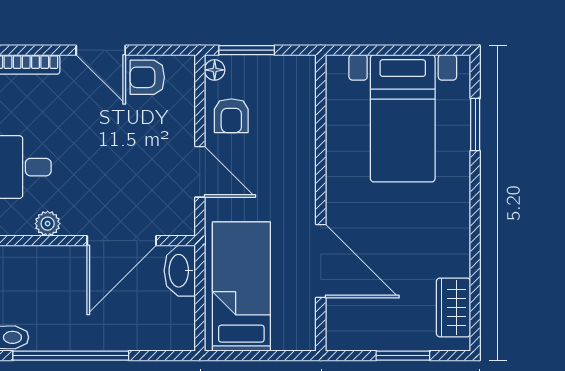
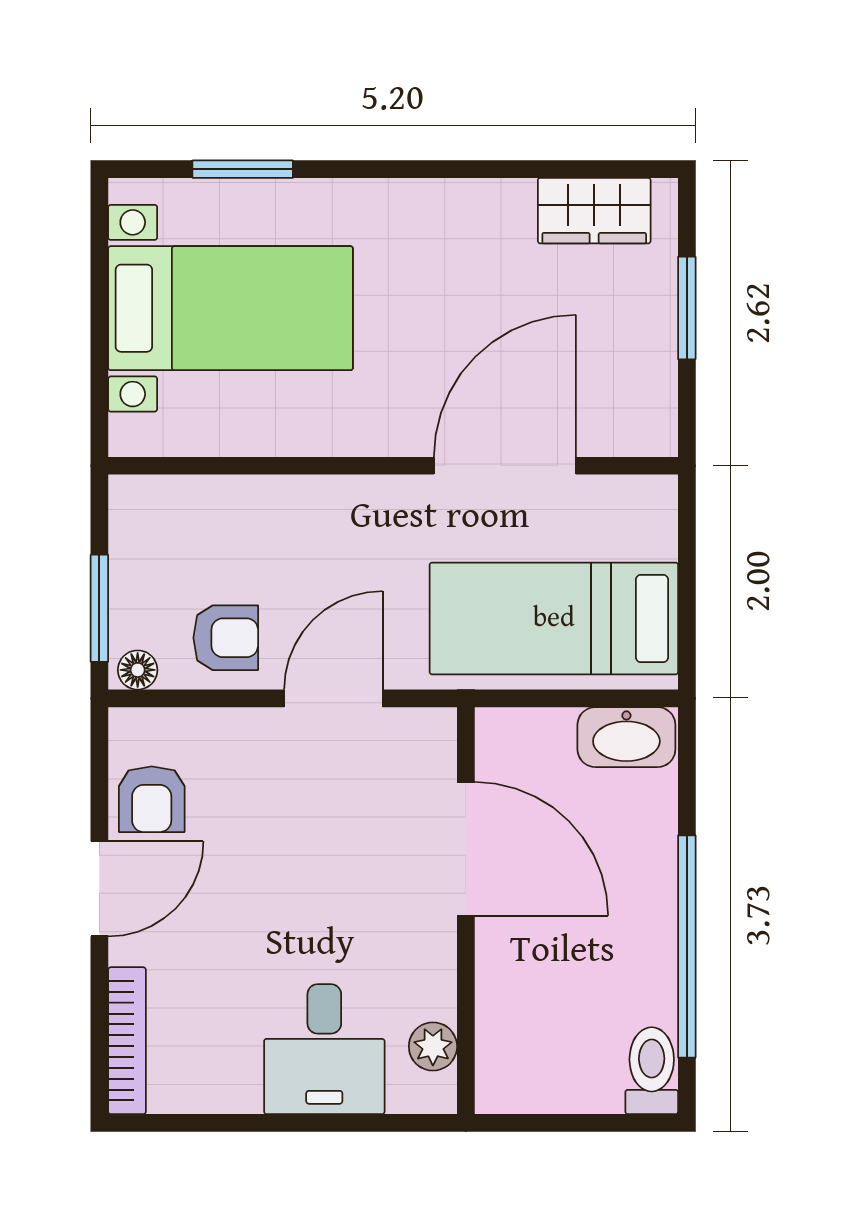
plant: (48, 224) -> (433, 1046), moved
washbasin: (180, 271) -> (626, 737), moved

